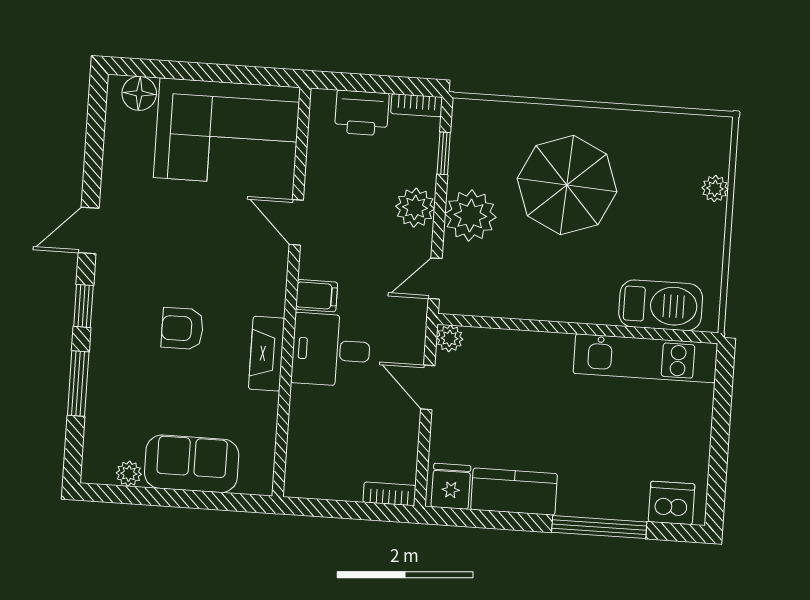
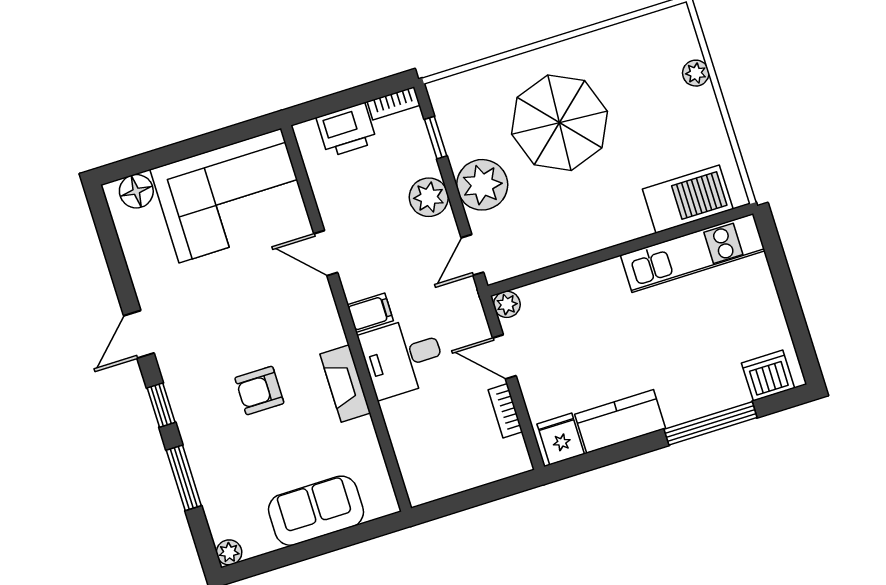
plant: (129, 474) -> (229, 552), moved
bookcase: (389, 494) -> (505, 411), moved, turned -90

